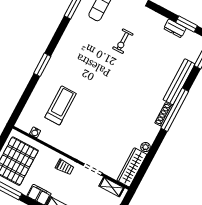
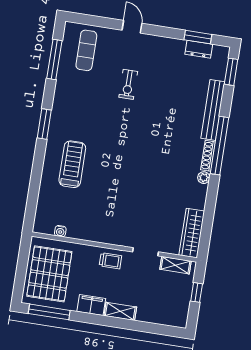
dresser: (175, 28) -> (199, 49), moved
window: (42, 65) -> (44, 124), moved
treadmill: (61, 105) -> (72, 164), moved
plant: (145, 147) -> (204, 178), moved

